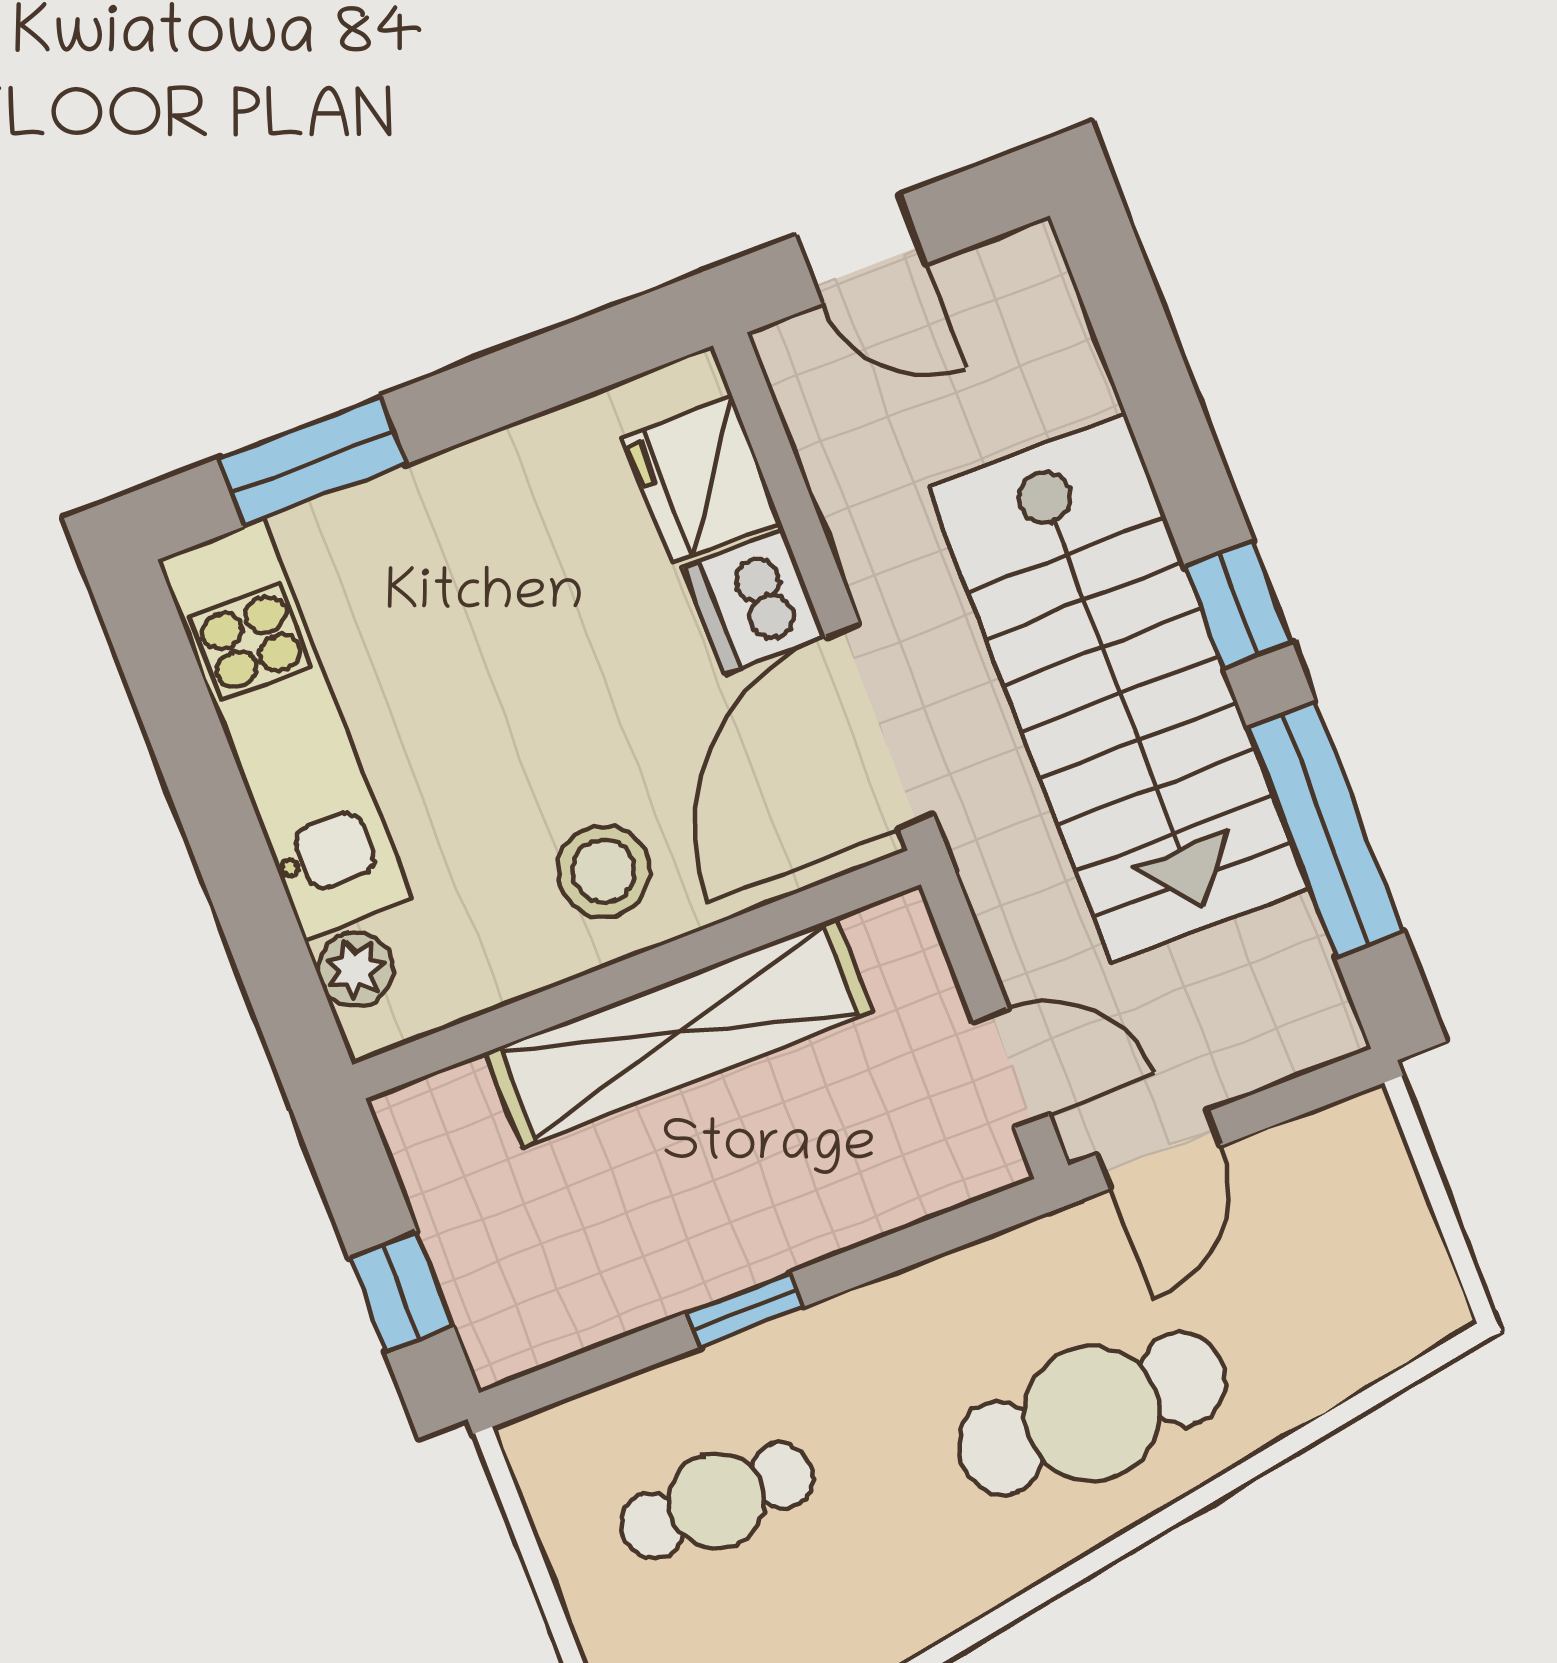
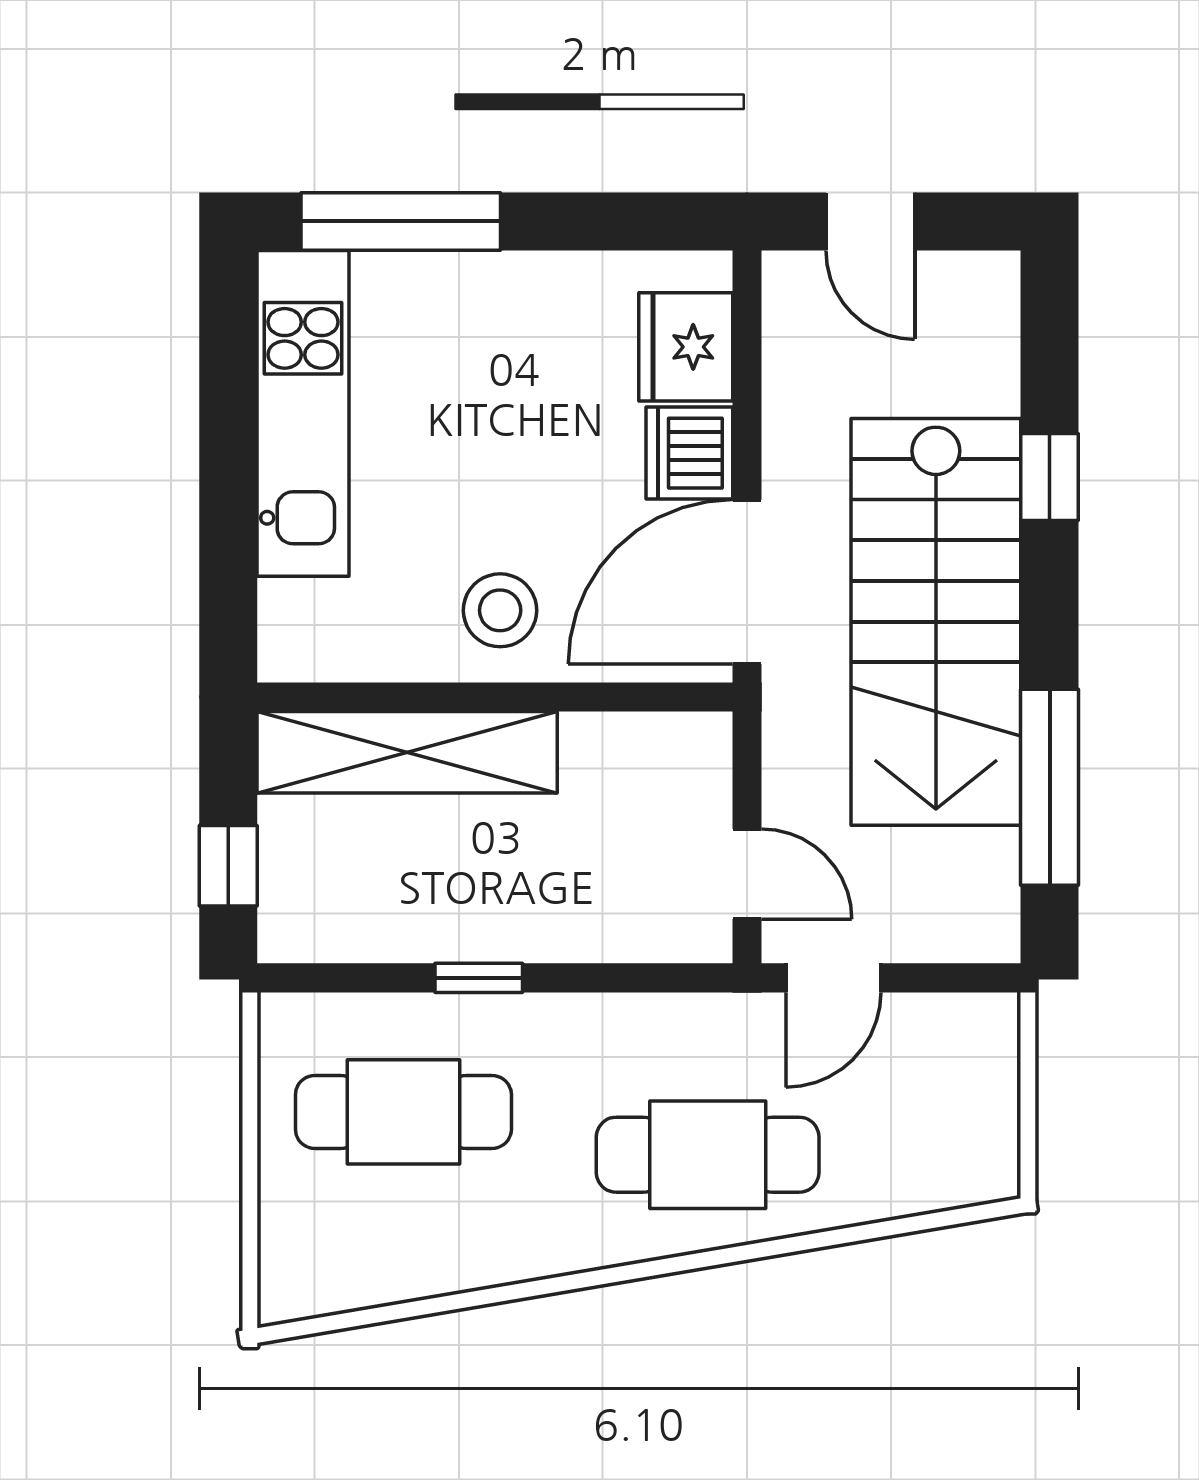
window: (312, 461) -> (401, 221), width x1.44
window: (1239, 605) -> (1050, 477), moved
plant: (356, 969) -> (287, 612), removed
shelving: (679, 1032) -> (407, 752), moved
cafe table: (717, 1501) -> (403, 1112), width x1.37, depth x1.35

